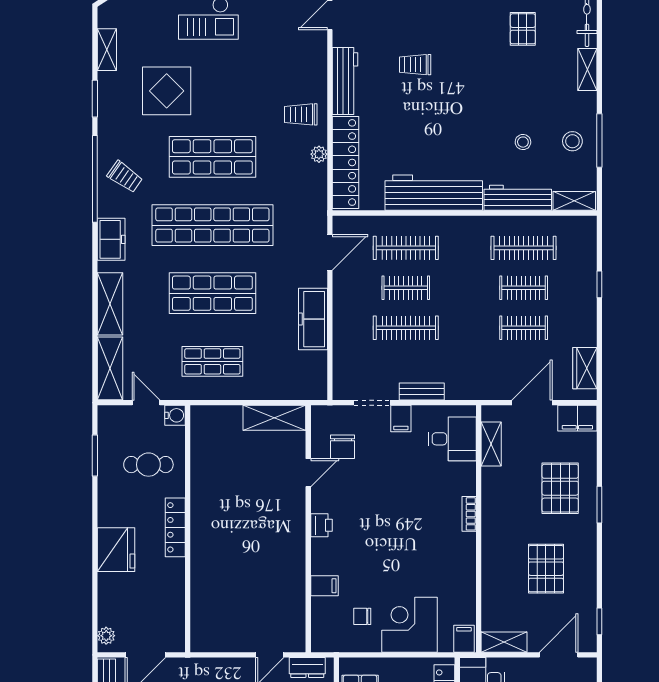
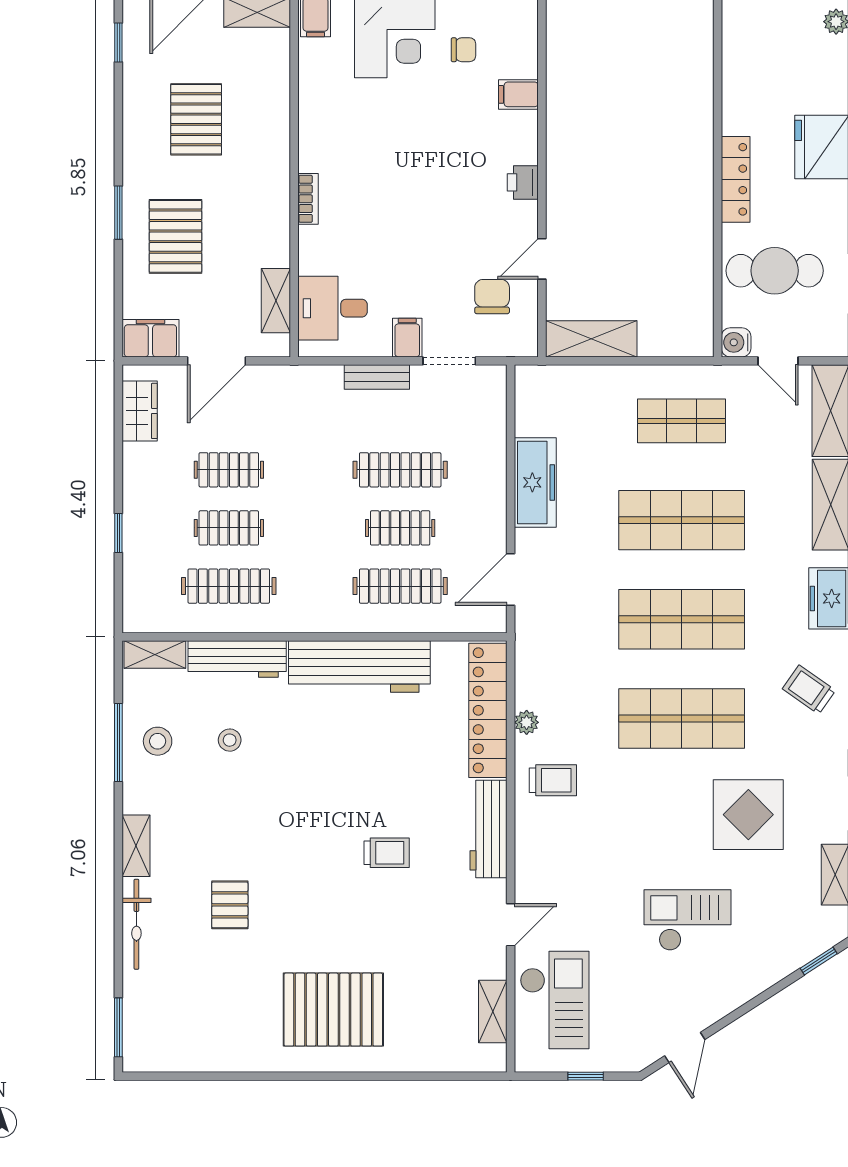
shop shelf: (212, 225) -> (682, 619), width x0.71
cafe table: (148, 465) -> (775, 271), width x1.37, depth x1.35

